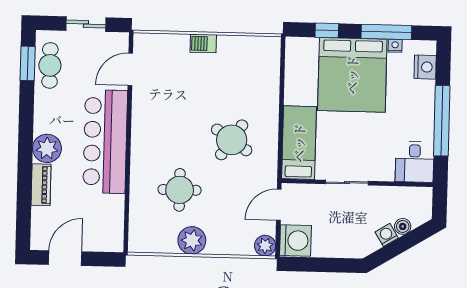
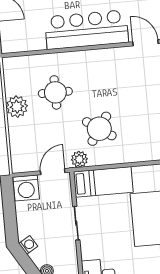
door: (279, 205) -> (53, 172), hinge flipped
washing machine: (387, 235) -> (28, 245), moved
plant: (265, 246) -> (79, 159), moved

